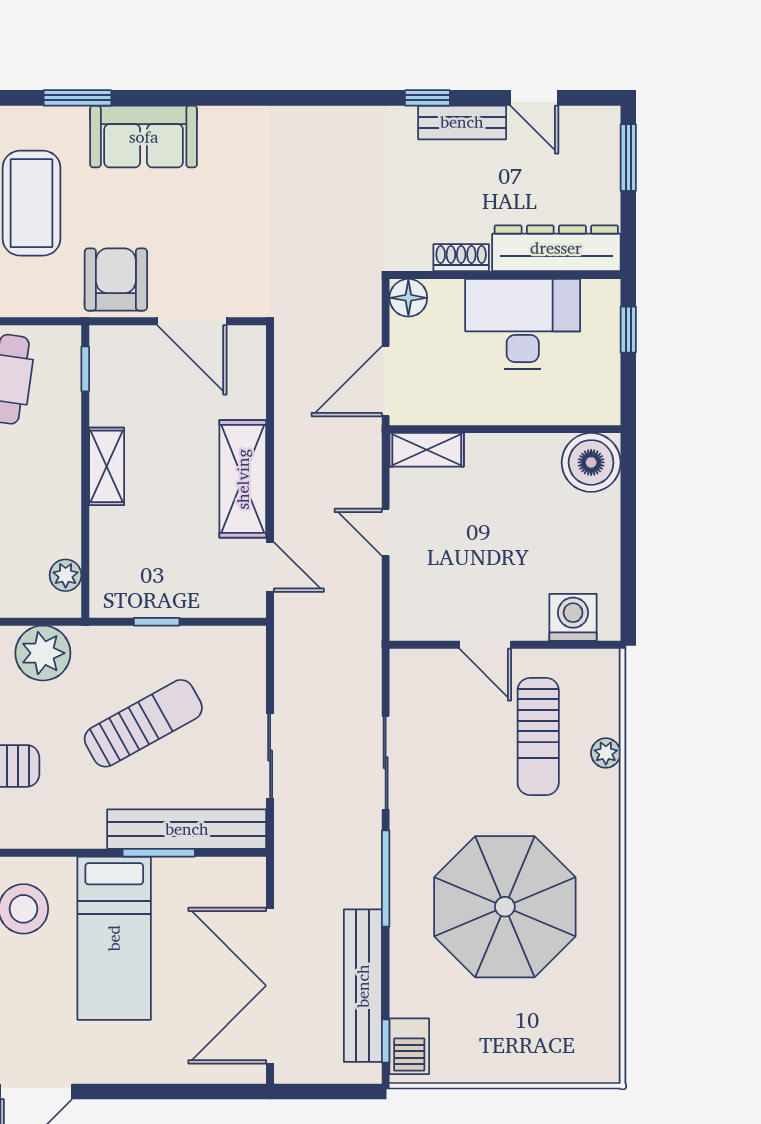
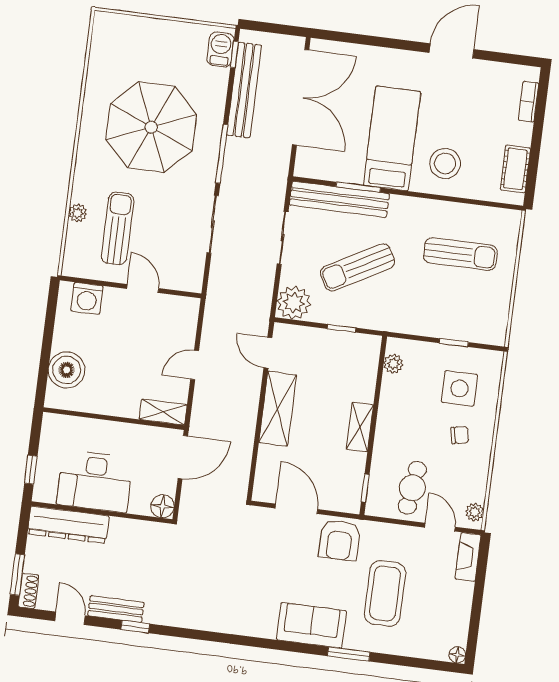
shoe rack: (461, 258) -> (28, 591), moved, turned -90
boiler: (591, 462) -> (67, 370), moved
door: (386, 532) -> (195, 365), swing flipped
plant: (43, 653) -> (294, 303), moved

